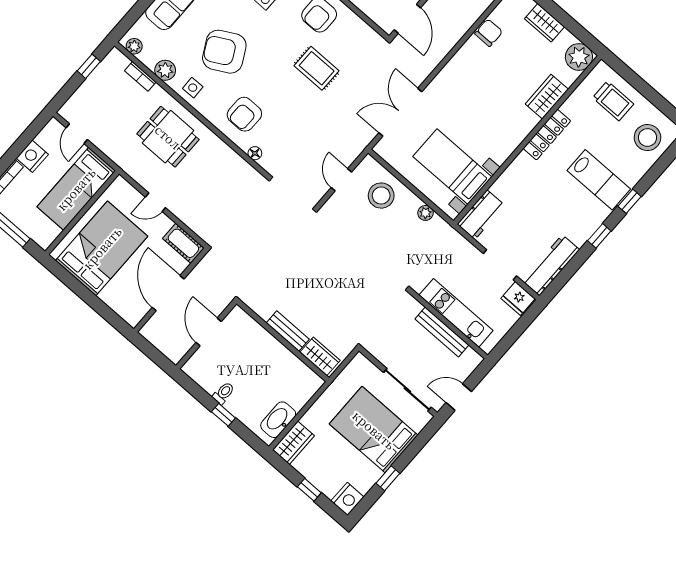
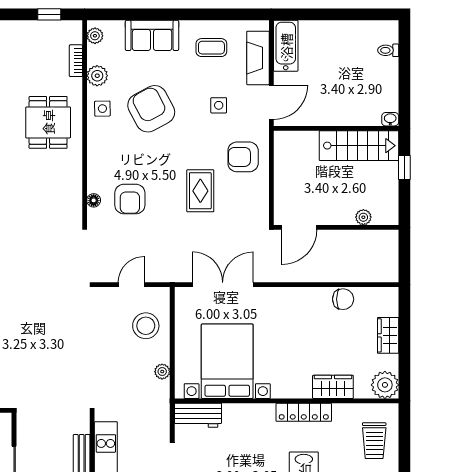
armchair: (244, 114) -> (130, 199), moved, turned -90
bed with nightstands: (452, 167) -> (227, 361), width x1.36

